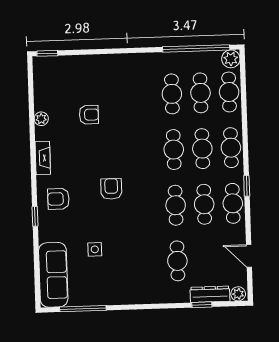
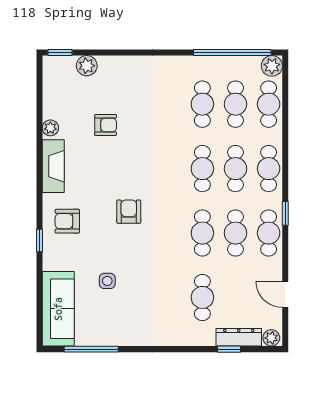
plant: (71, 64) -> (87, 66), added
fireplace: (43, 158) -> (53, 166), width x1.37, depth x1.32

